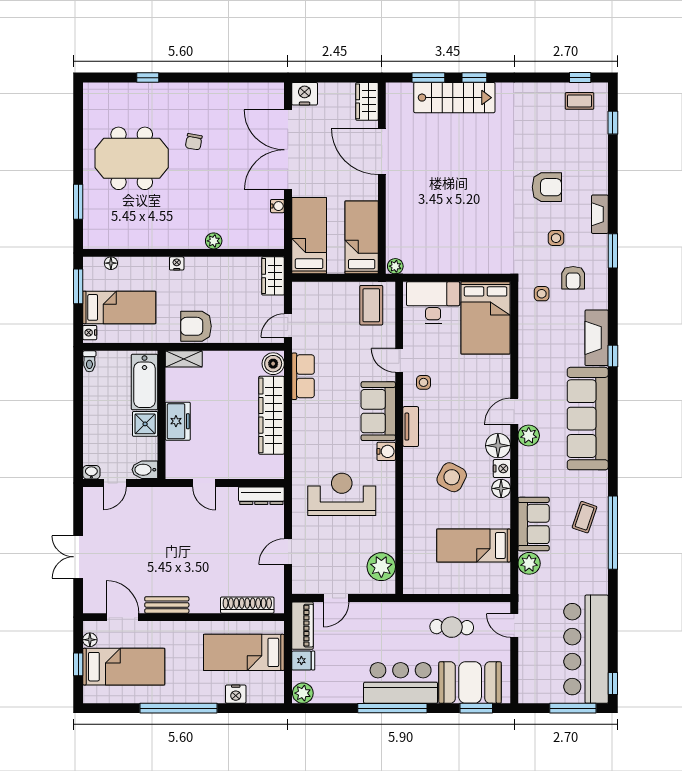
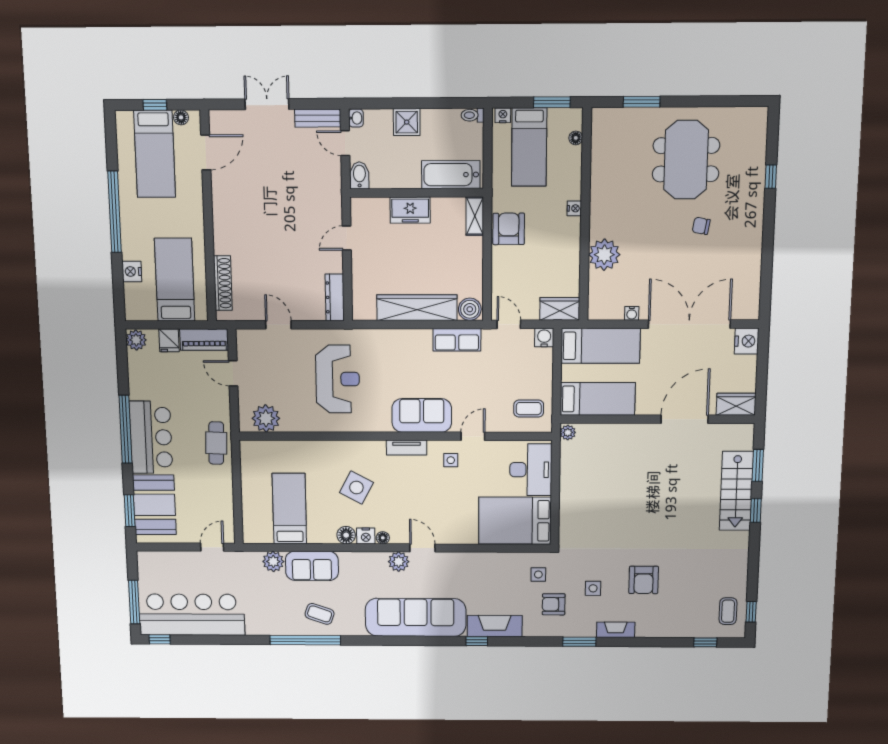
plant: (214, 241) -> (604, 255), width x1.88, depth x1.88
coffee table: (371, 305) -> (529, 409), width x0.73, depth x0.77
shower: (145, 424) -> (407, 122), moved
floor lamp: (498, 446) -> (383, 538), width x0.53, depth x0.53
water cooler: (386, 451) -> (544, 338), moved, turned 180
bench: (167, 605) -> (318, 118), moved, turned 90
cafe table: (452, 627) -> (216, 443), moved

